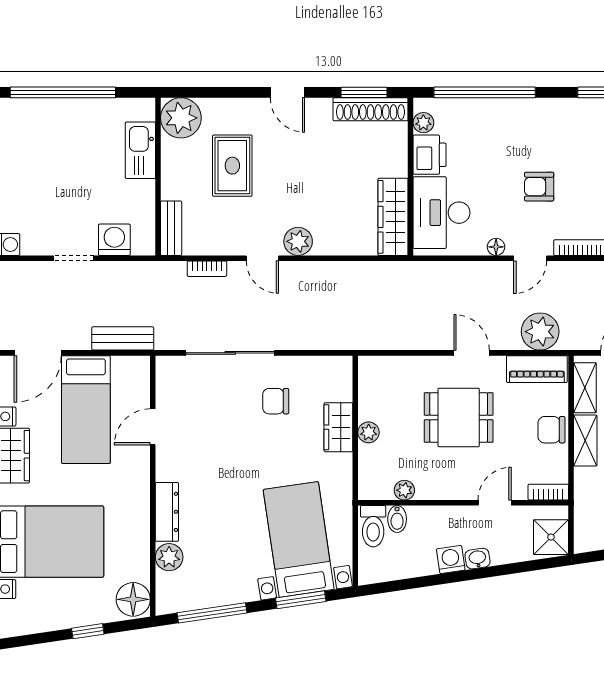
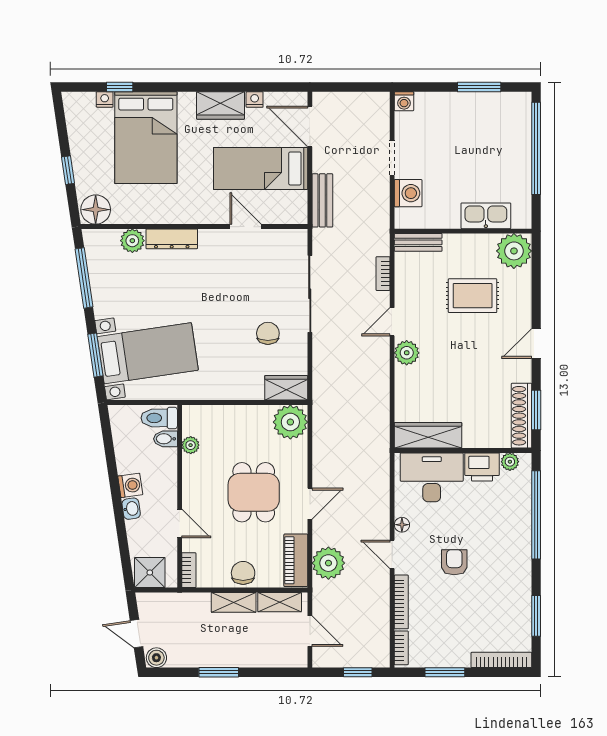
wardrobe: (338, 427) -> (286, 388), moved
plant: (369, 432) -> (290, 422), moved, width x1.88, depth x1.88

